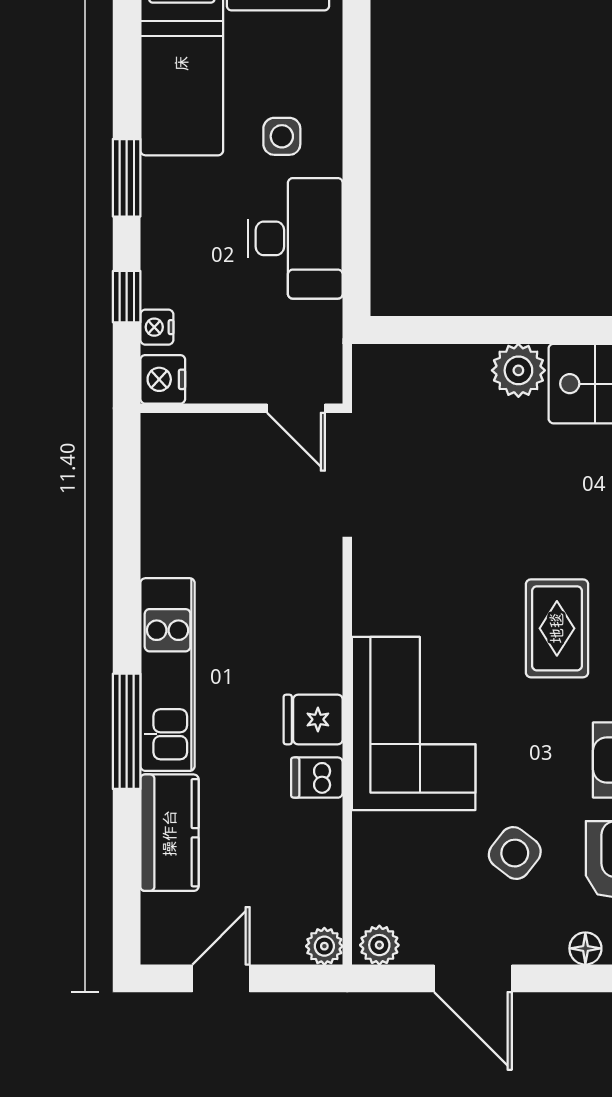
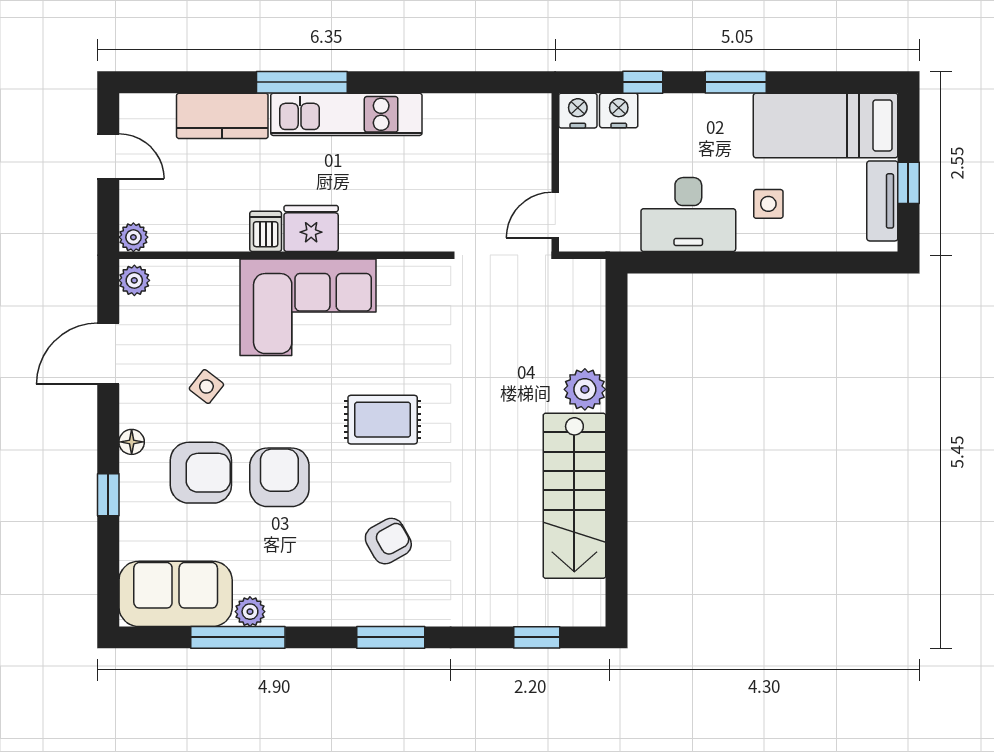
nightstand: (157, 327) -> (619, 111), width x1.39, depth x1.35
fridge: (313, 719) -> (311, 228), width x1.38
side table: (515, 853) -> (206, 387), width x0.73, depth x0.73

